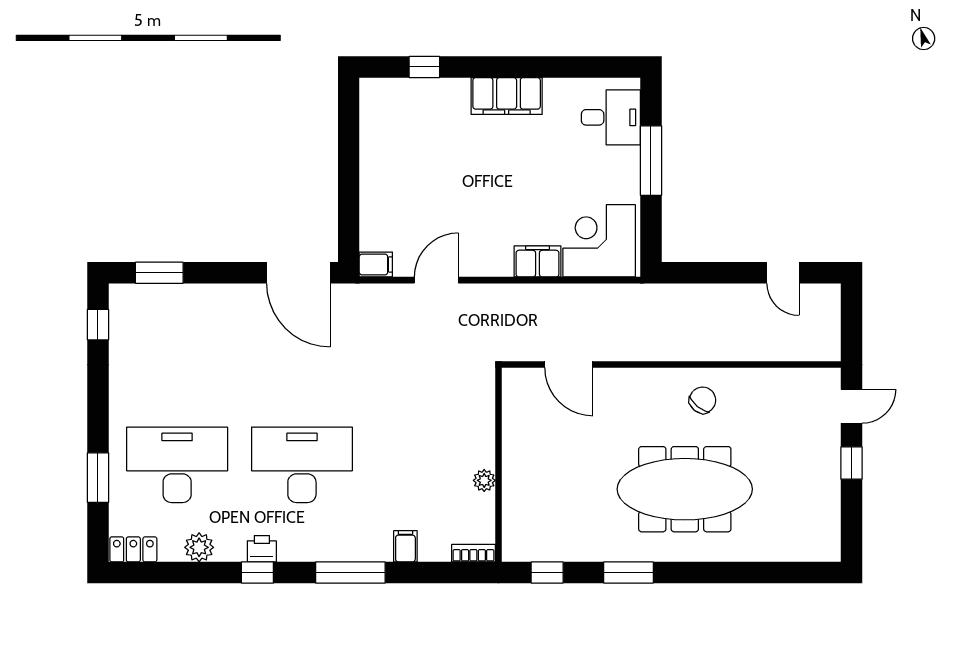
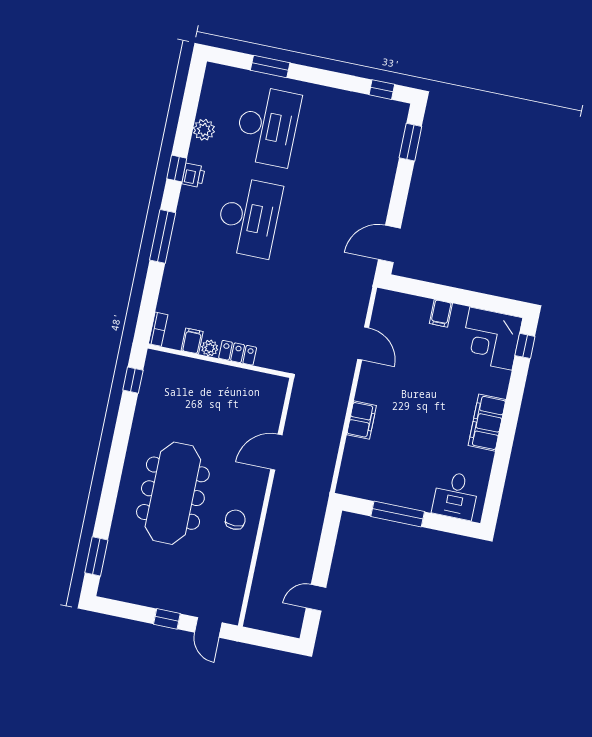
window: (424, 67) -> (525, 346), moved
window: (651, 161) -> (398, 514), moved
corner desk: (599, 241) -> (491, 339), moved, turned 180
filing cabinet: (376, 265) -> (441, 313), moved
door: (299, 273) -> (389, 244), width x0.73
door: (569, 365) -> (276, 452), moved
chair: (703, 400) -> (235, 520), turned -129
filing cabinet: (405, 546) -> (192, 341), moved, turned -90
locker: (133, 549) -> (238, 353), moved, turned -90
window: (628, 572) -> (96, 556), moved

